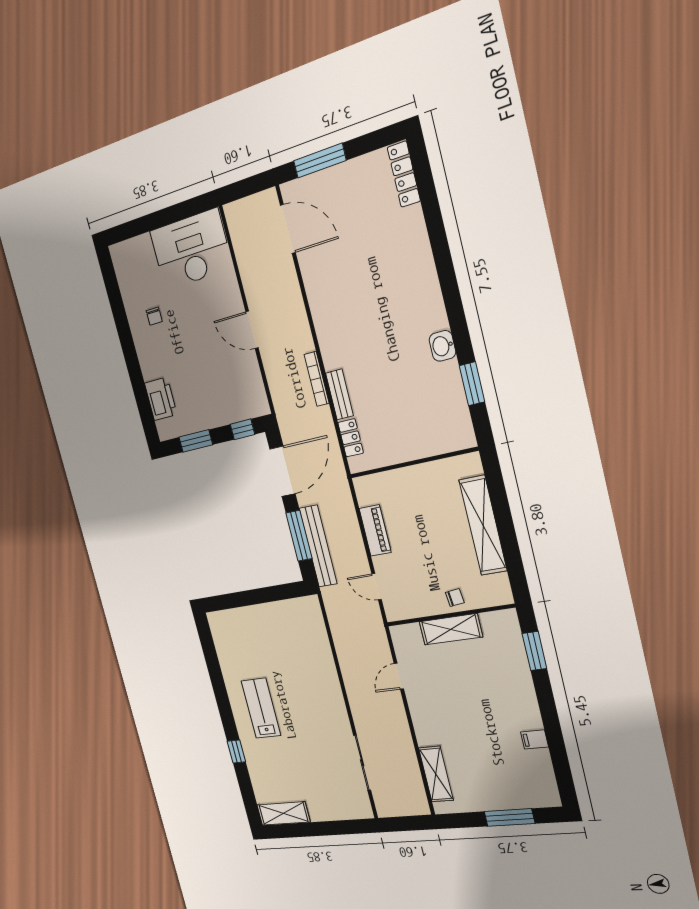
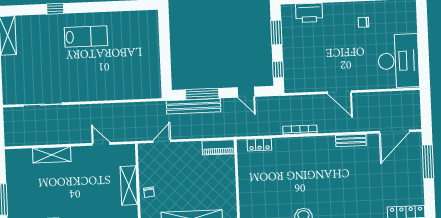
door: (252, 330) -> (339, 92), swing flipped
bench: (339, 394) -> (351, 140), moved
door: (282, 471) -> (246, 92), width x0.53
piano: (375, 530) -> (218, 147), moved
shelving: (436, 774) -> (52, 155), moved

